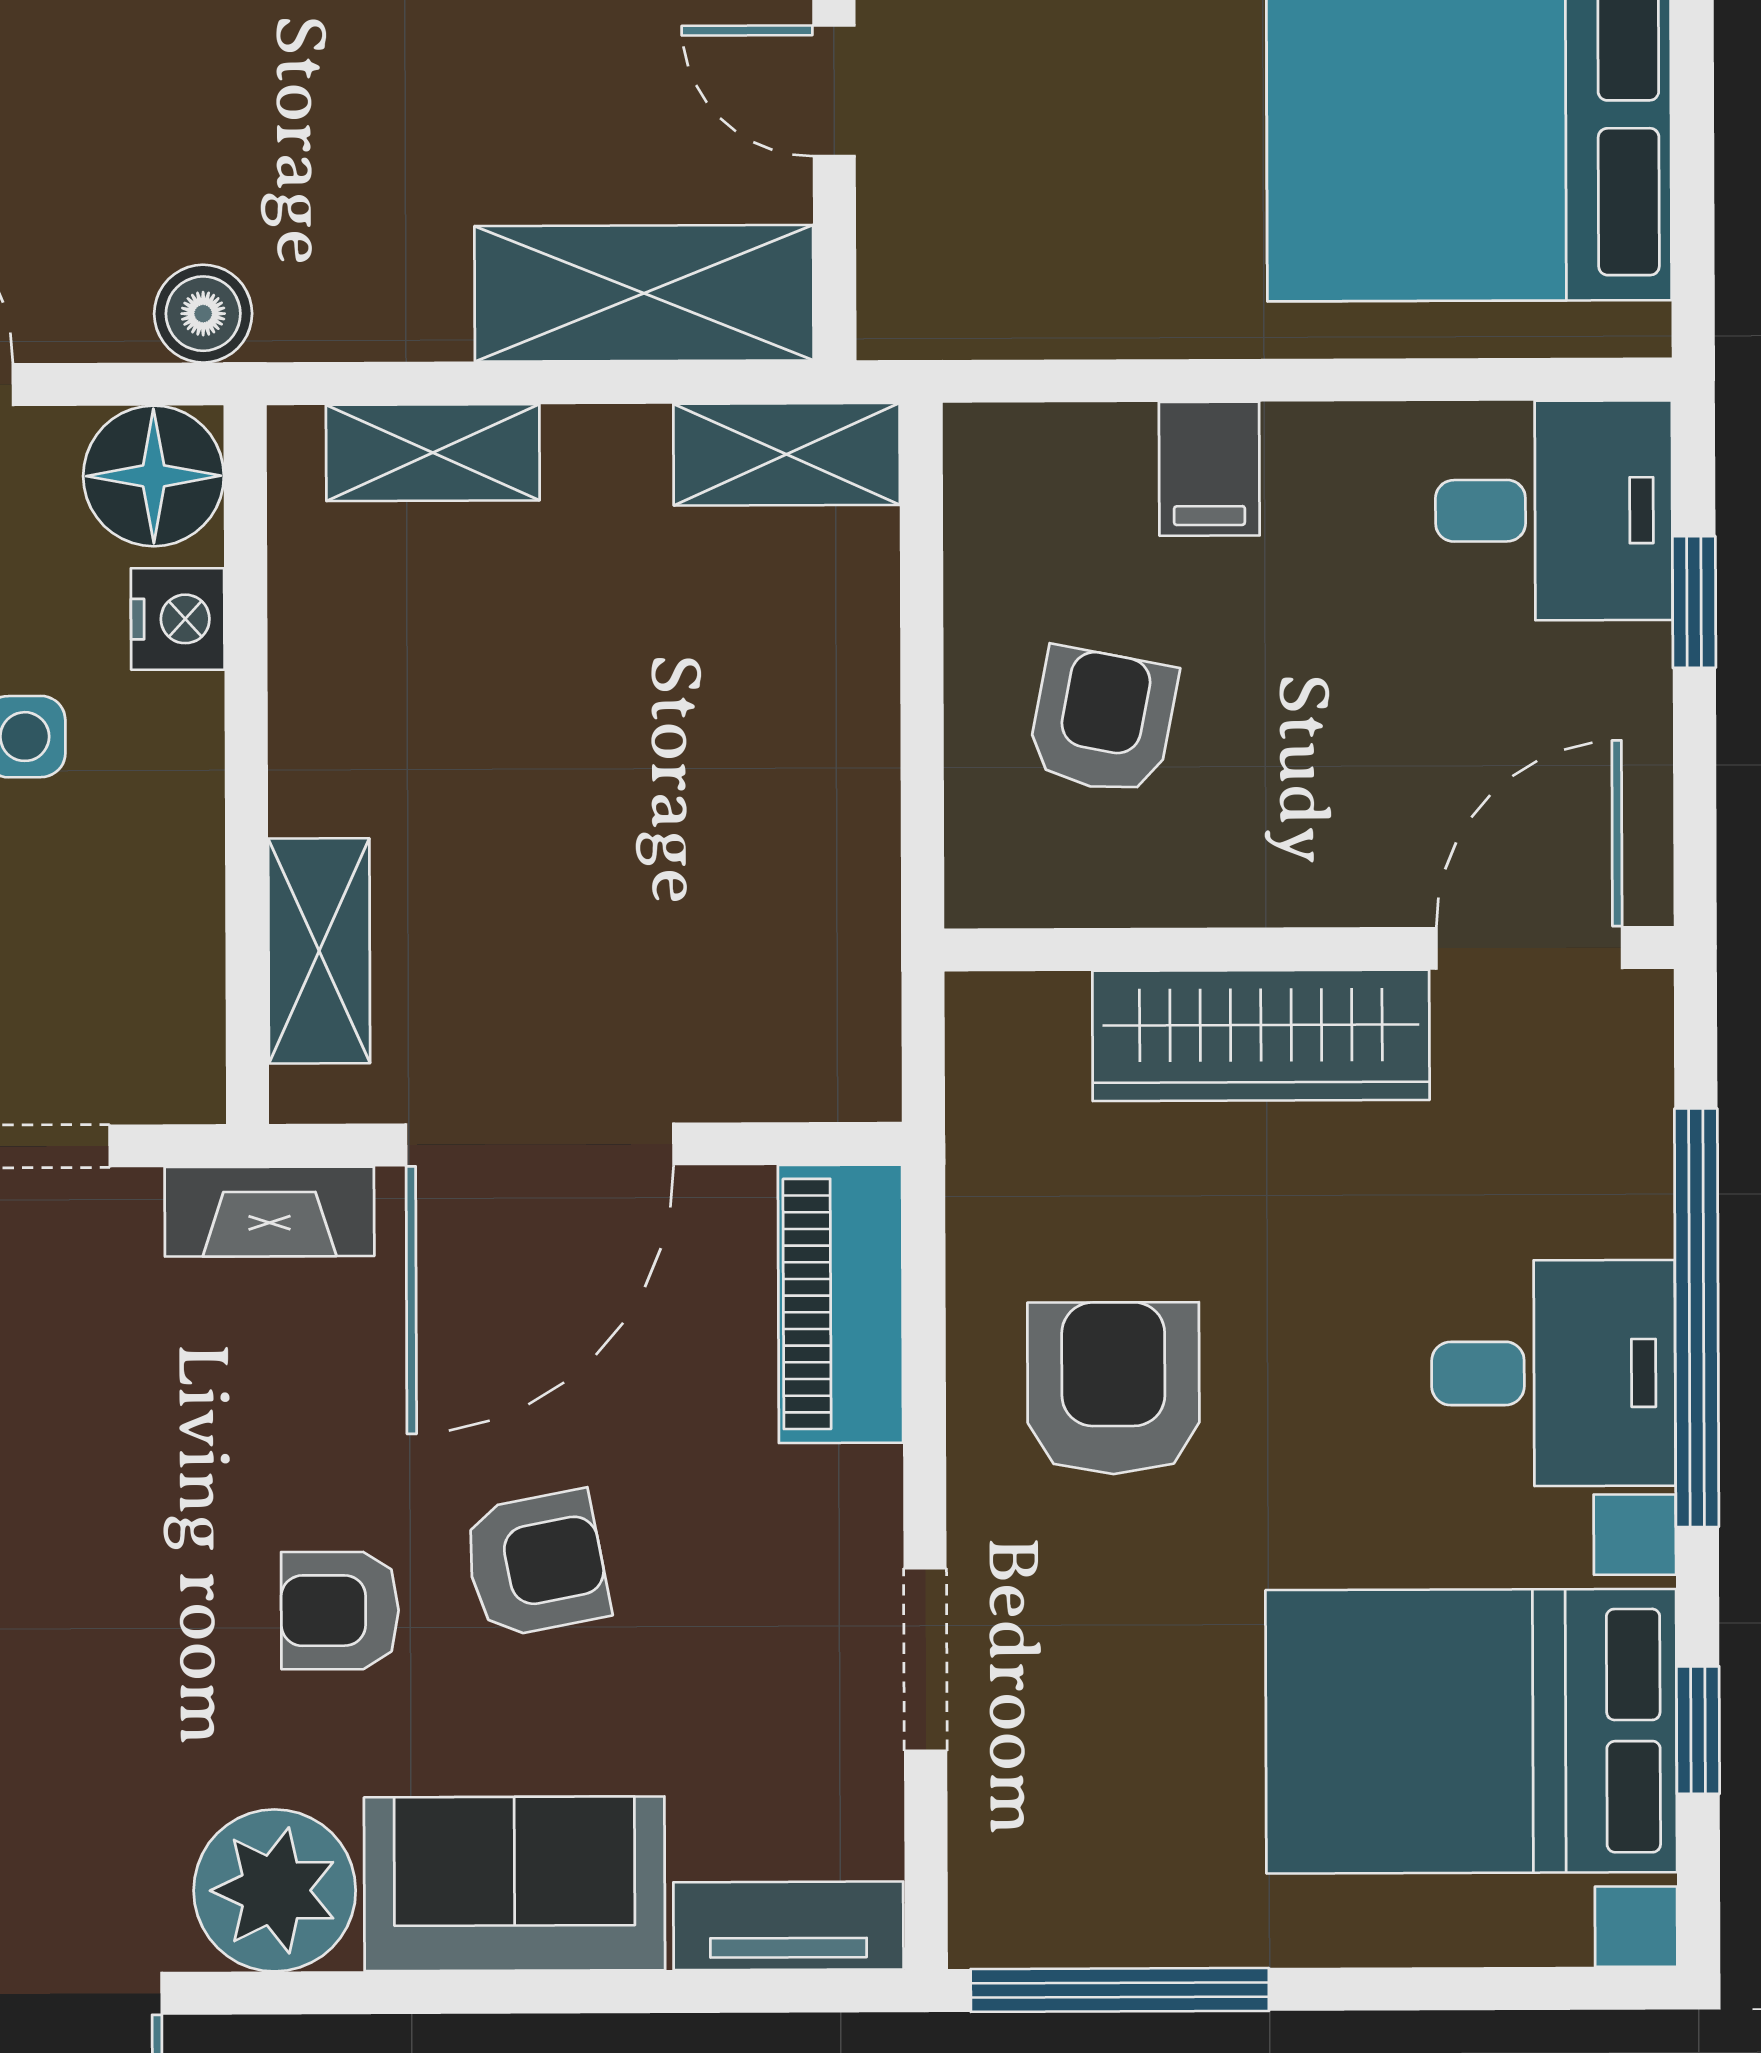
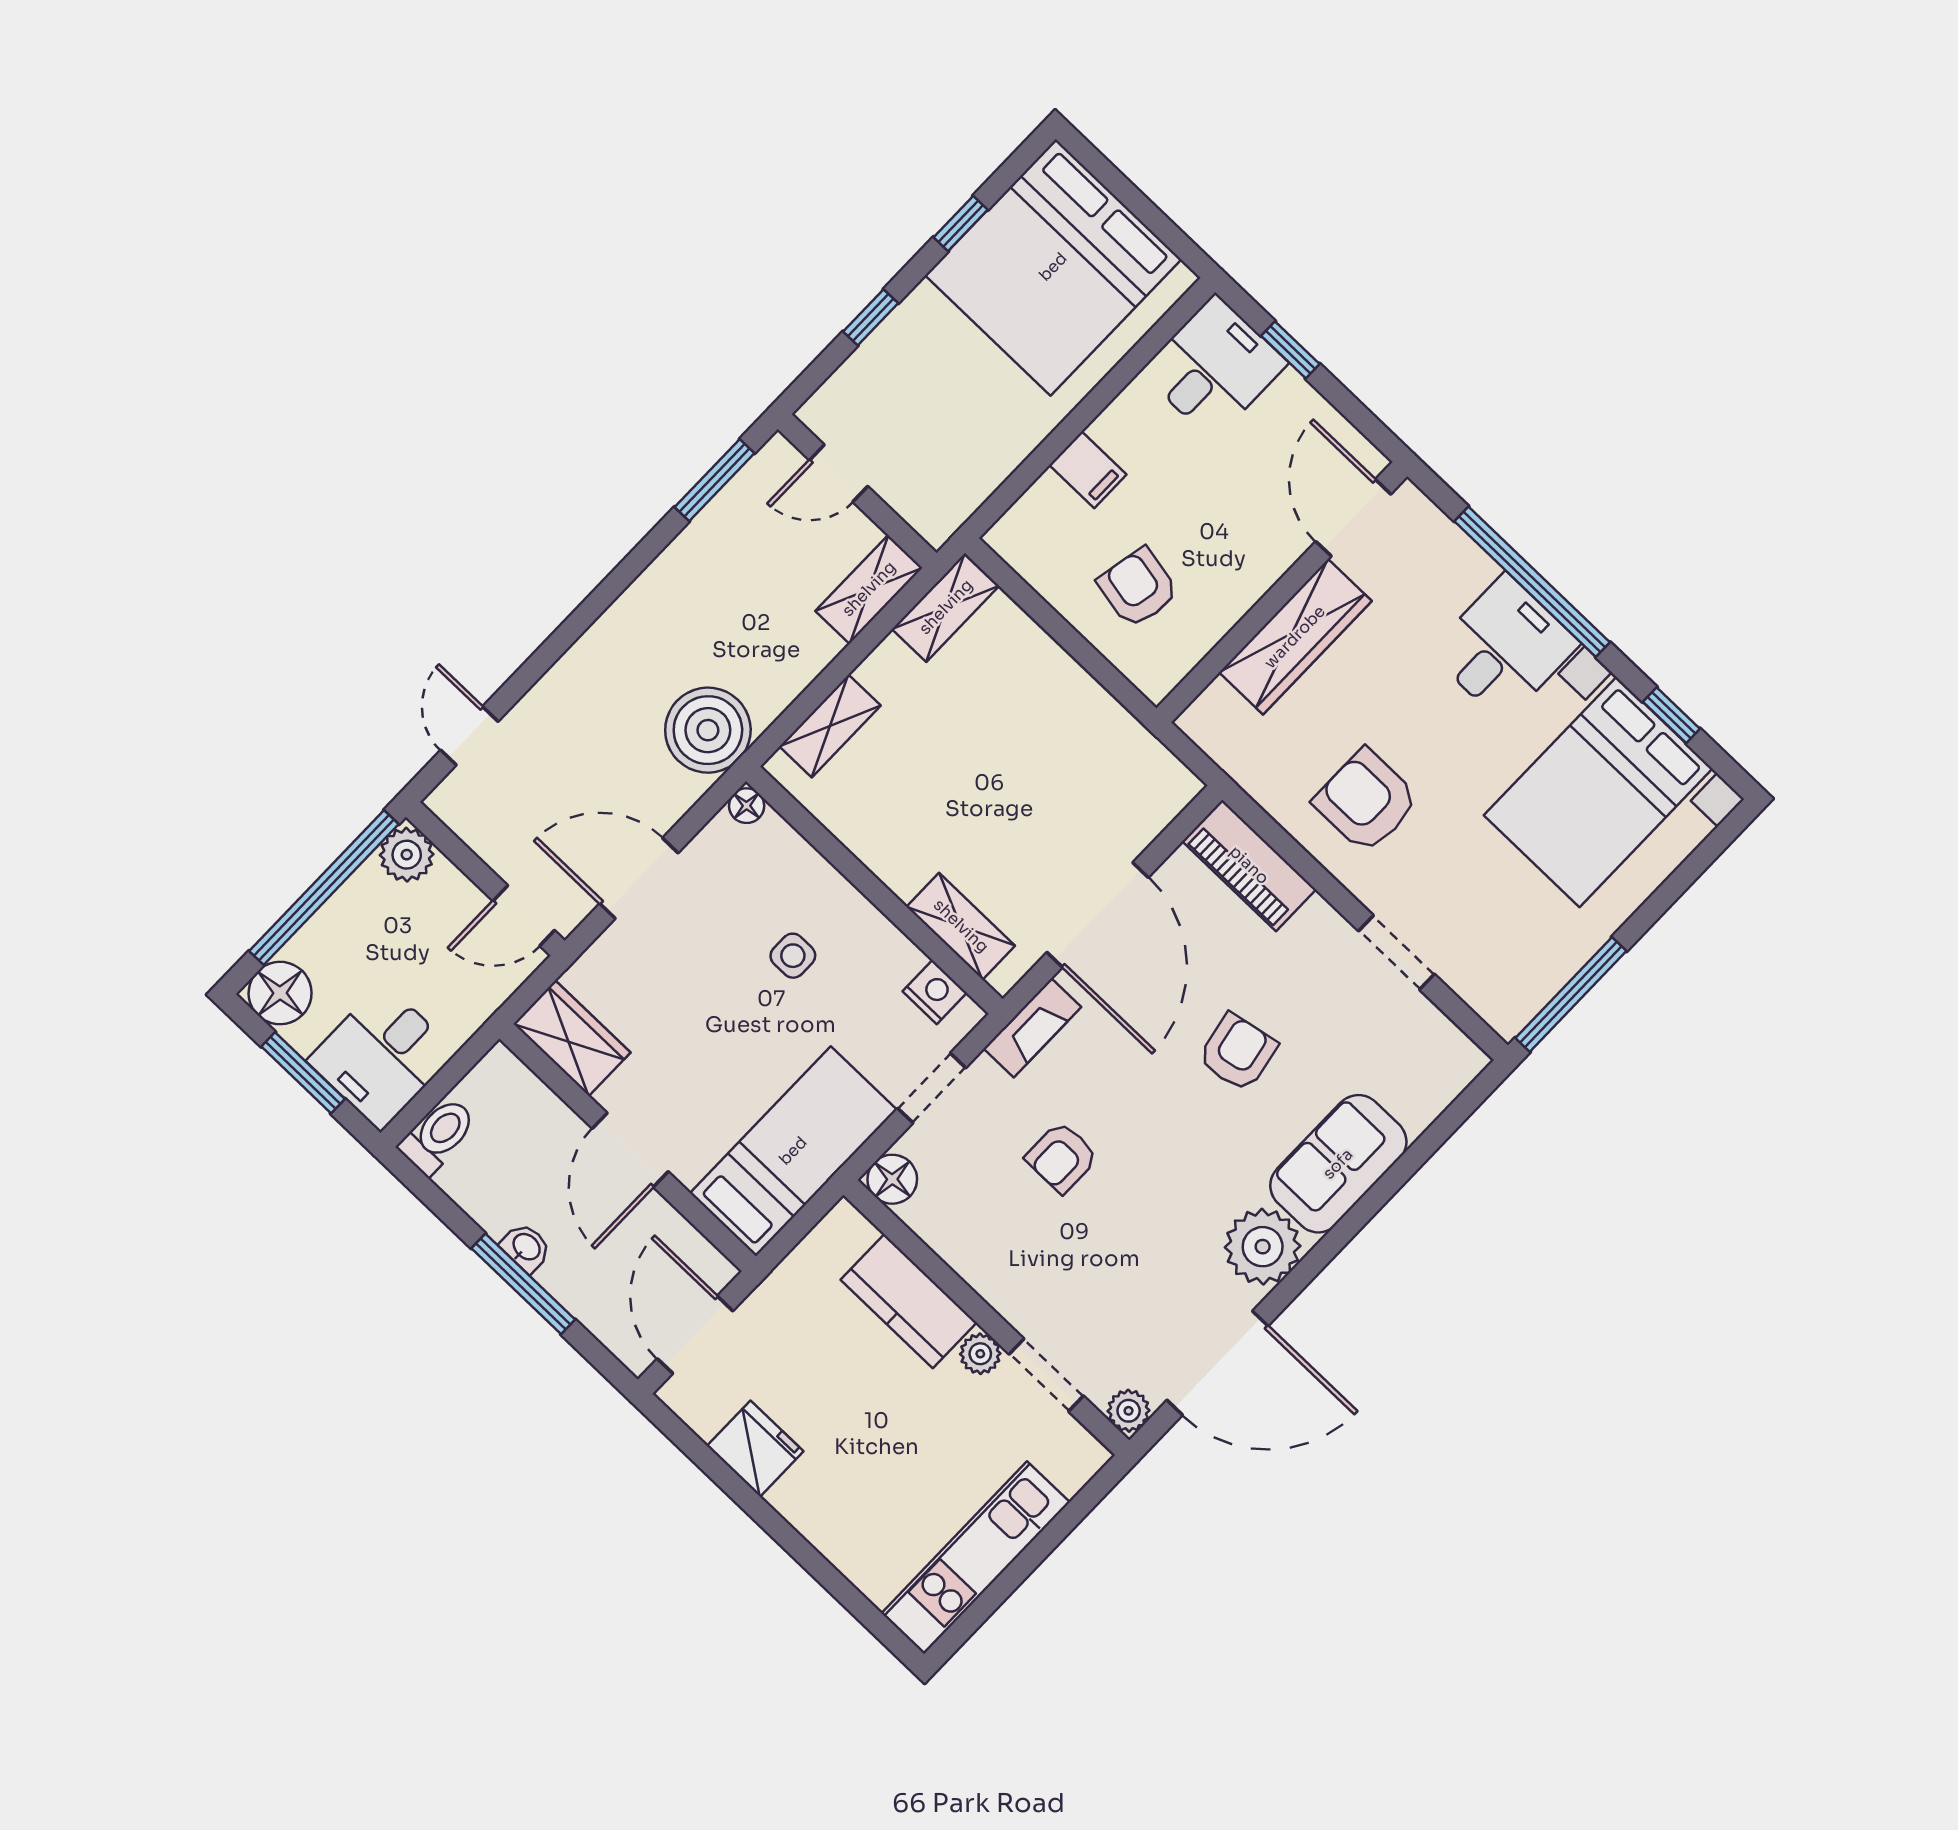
shelving: (644, 293) -> (869, 589), width x0.67, depth x0.75
boiler: (203, 314) -> (708, 730), width x1.86, depth x1.86
floor lamp: (154, 476) -> (747, 806), width x0.53, depth x0.53
nightstand: (178, 619) -> (935, 992), moved
armchair: (340, 1611) -> (1062, 1157), moved
tv unit: (788, 1926) -> (1442, 1085), removed

